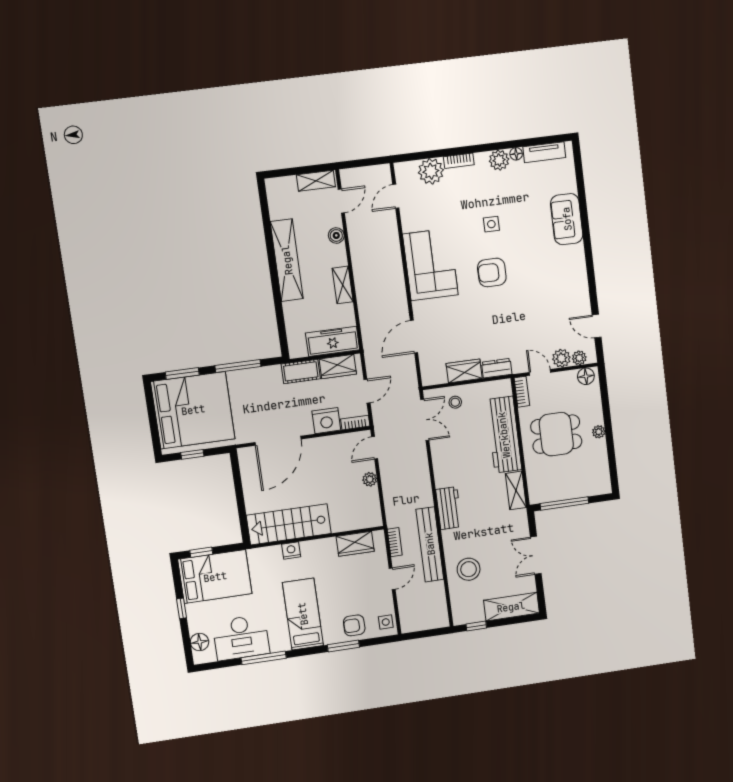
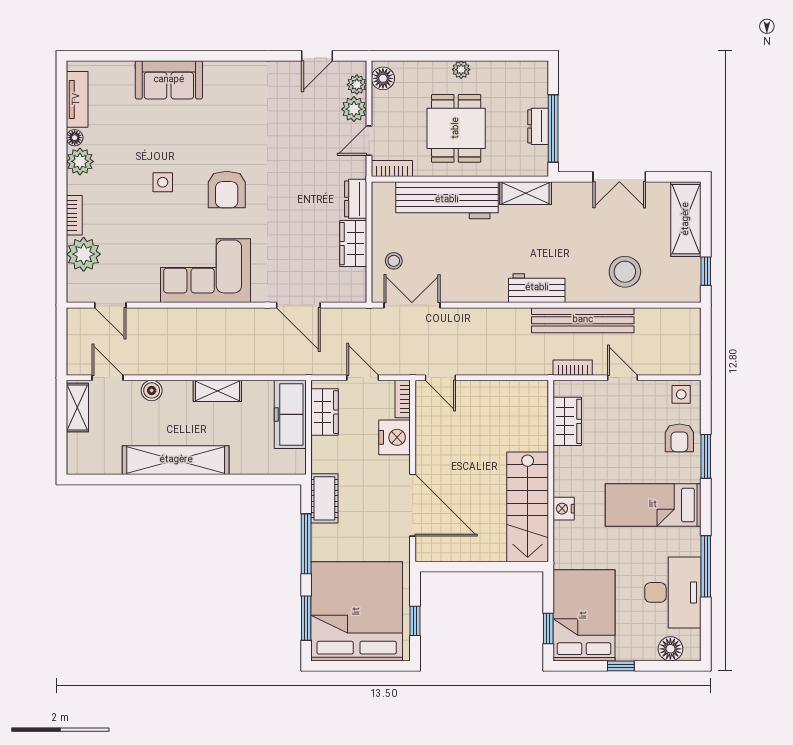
cot: (301, 371) -> (324, 498), moved
plant: (370, 479) -> (482, 390), removed
dresser: (565, 492) -> (538, 126), added

